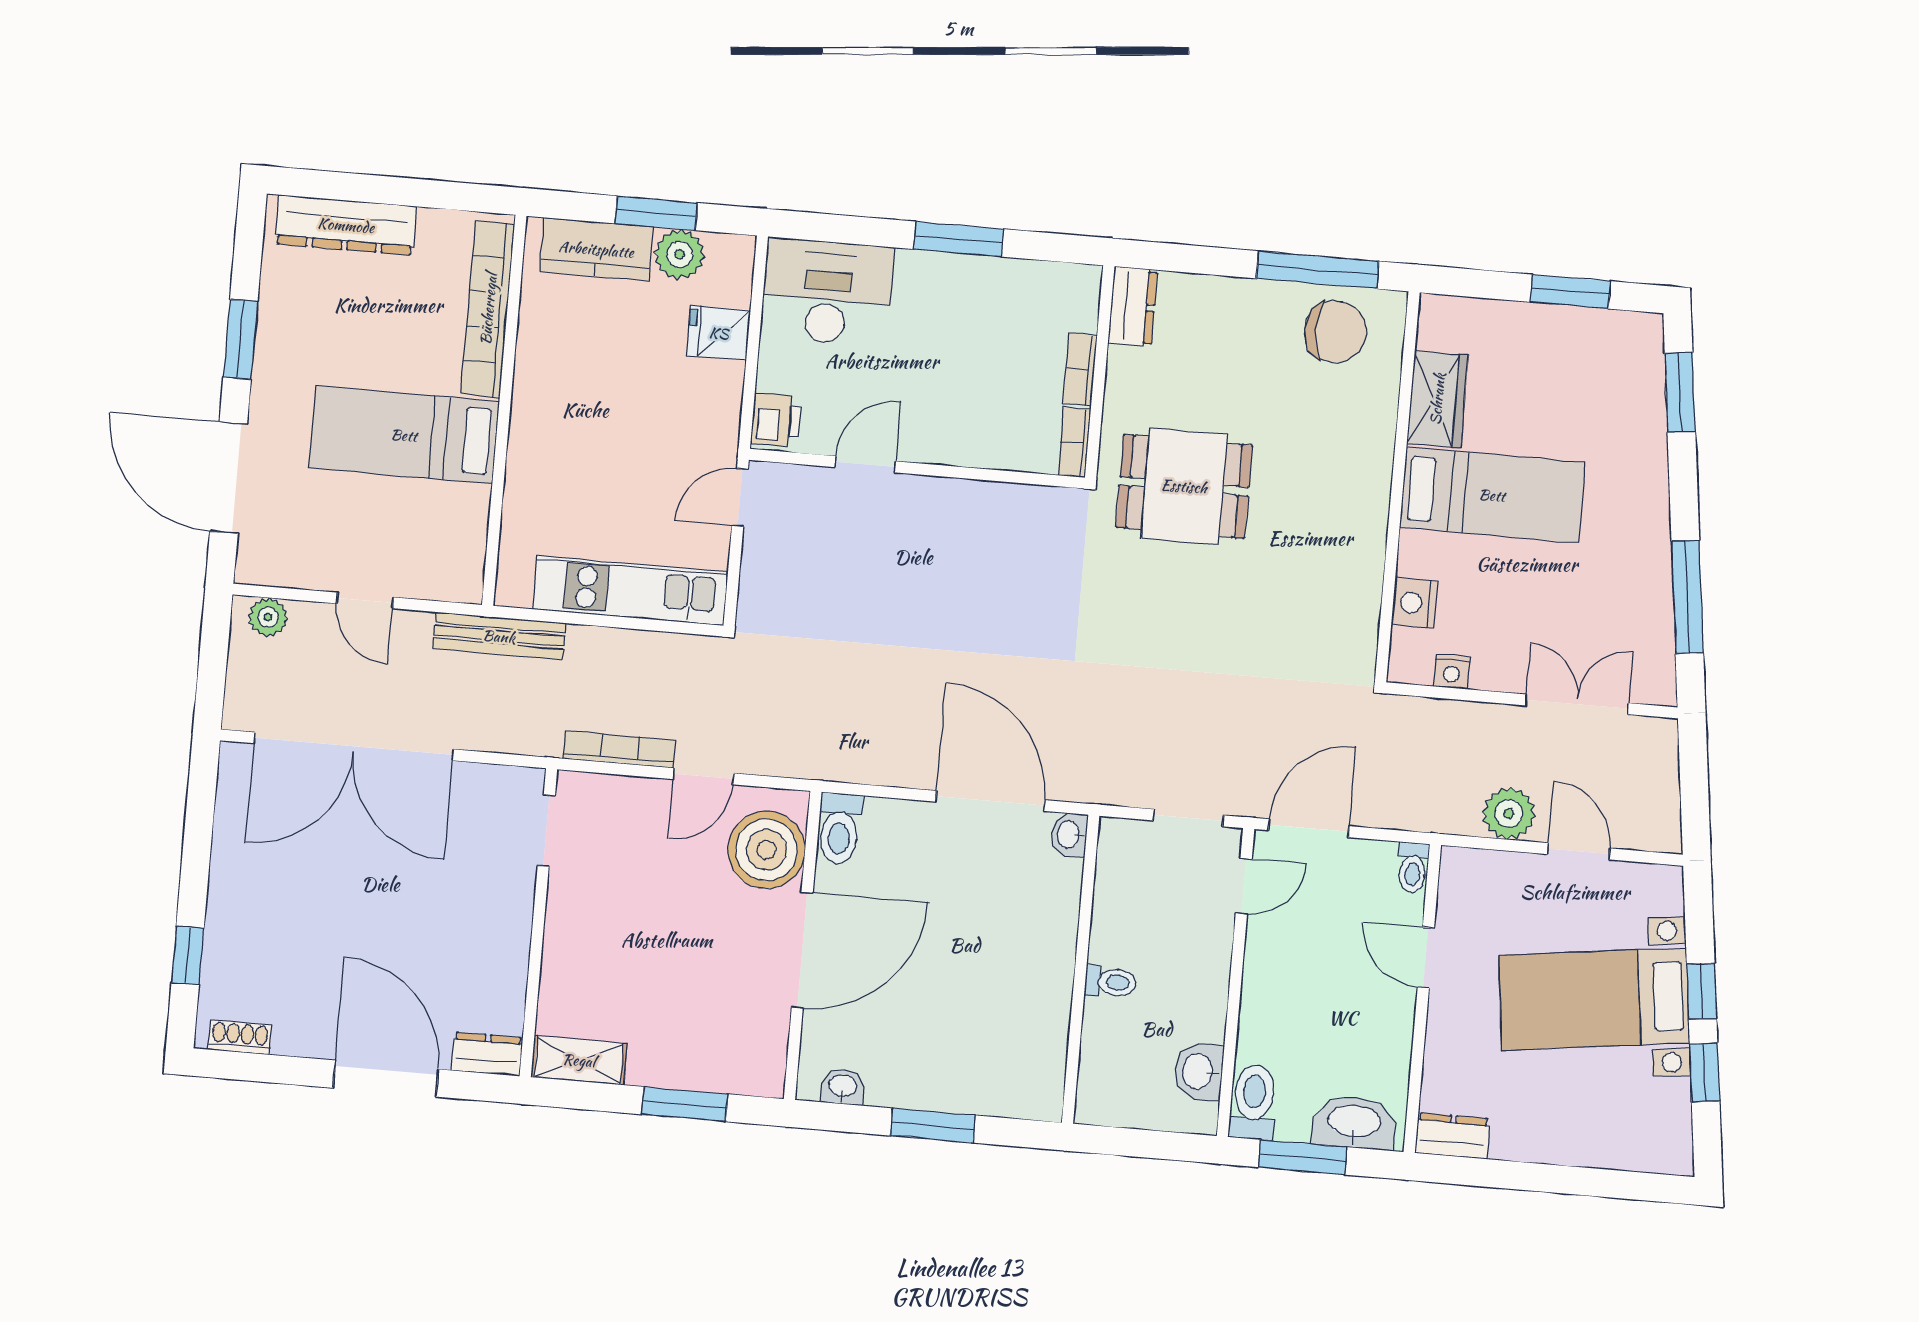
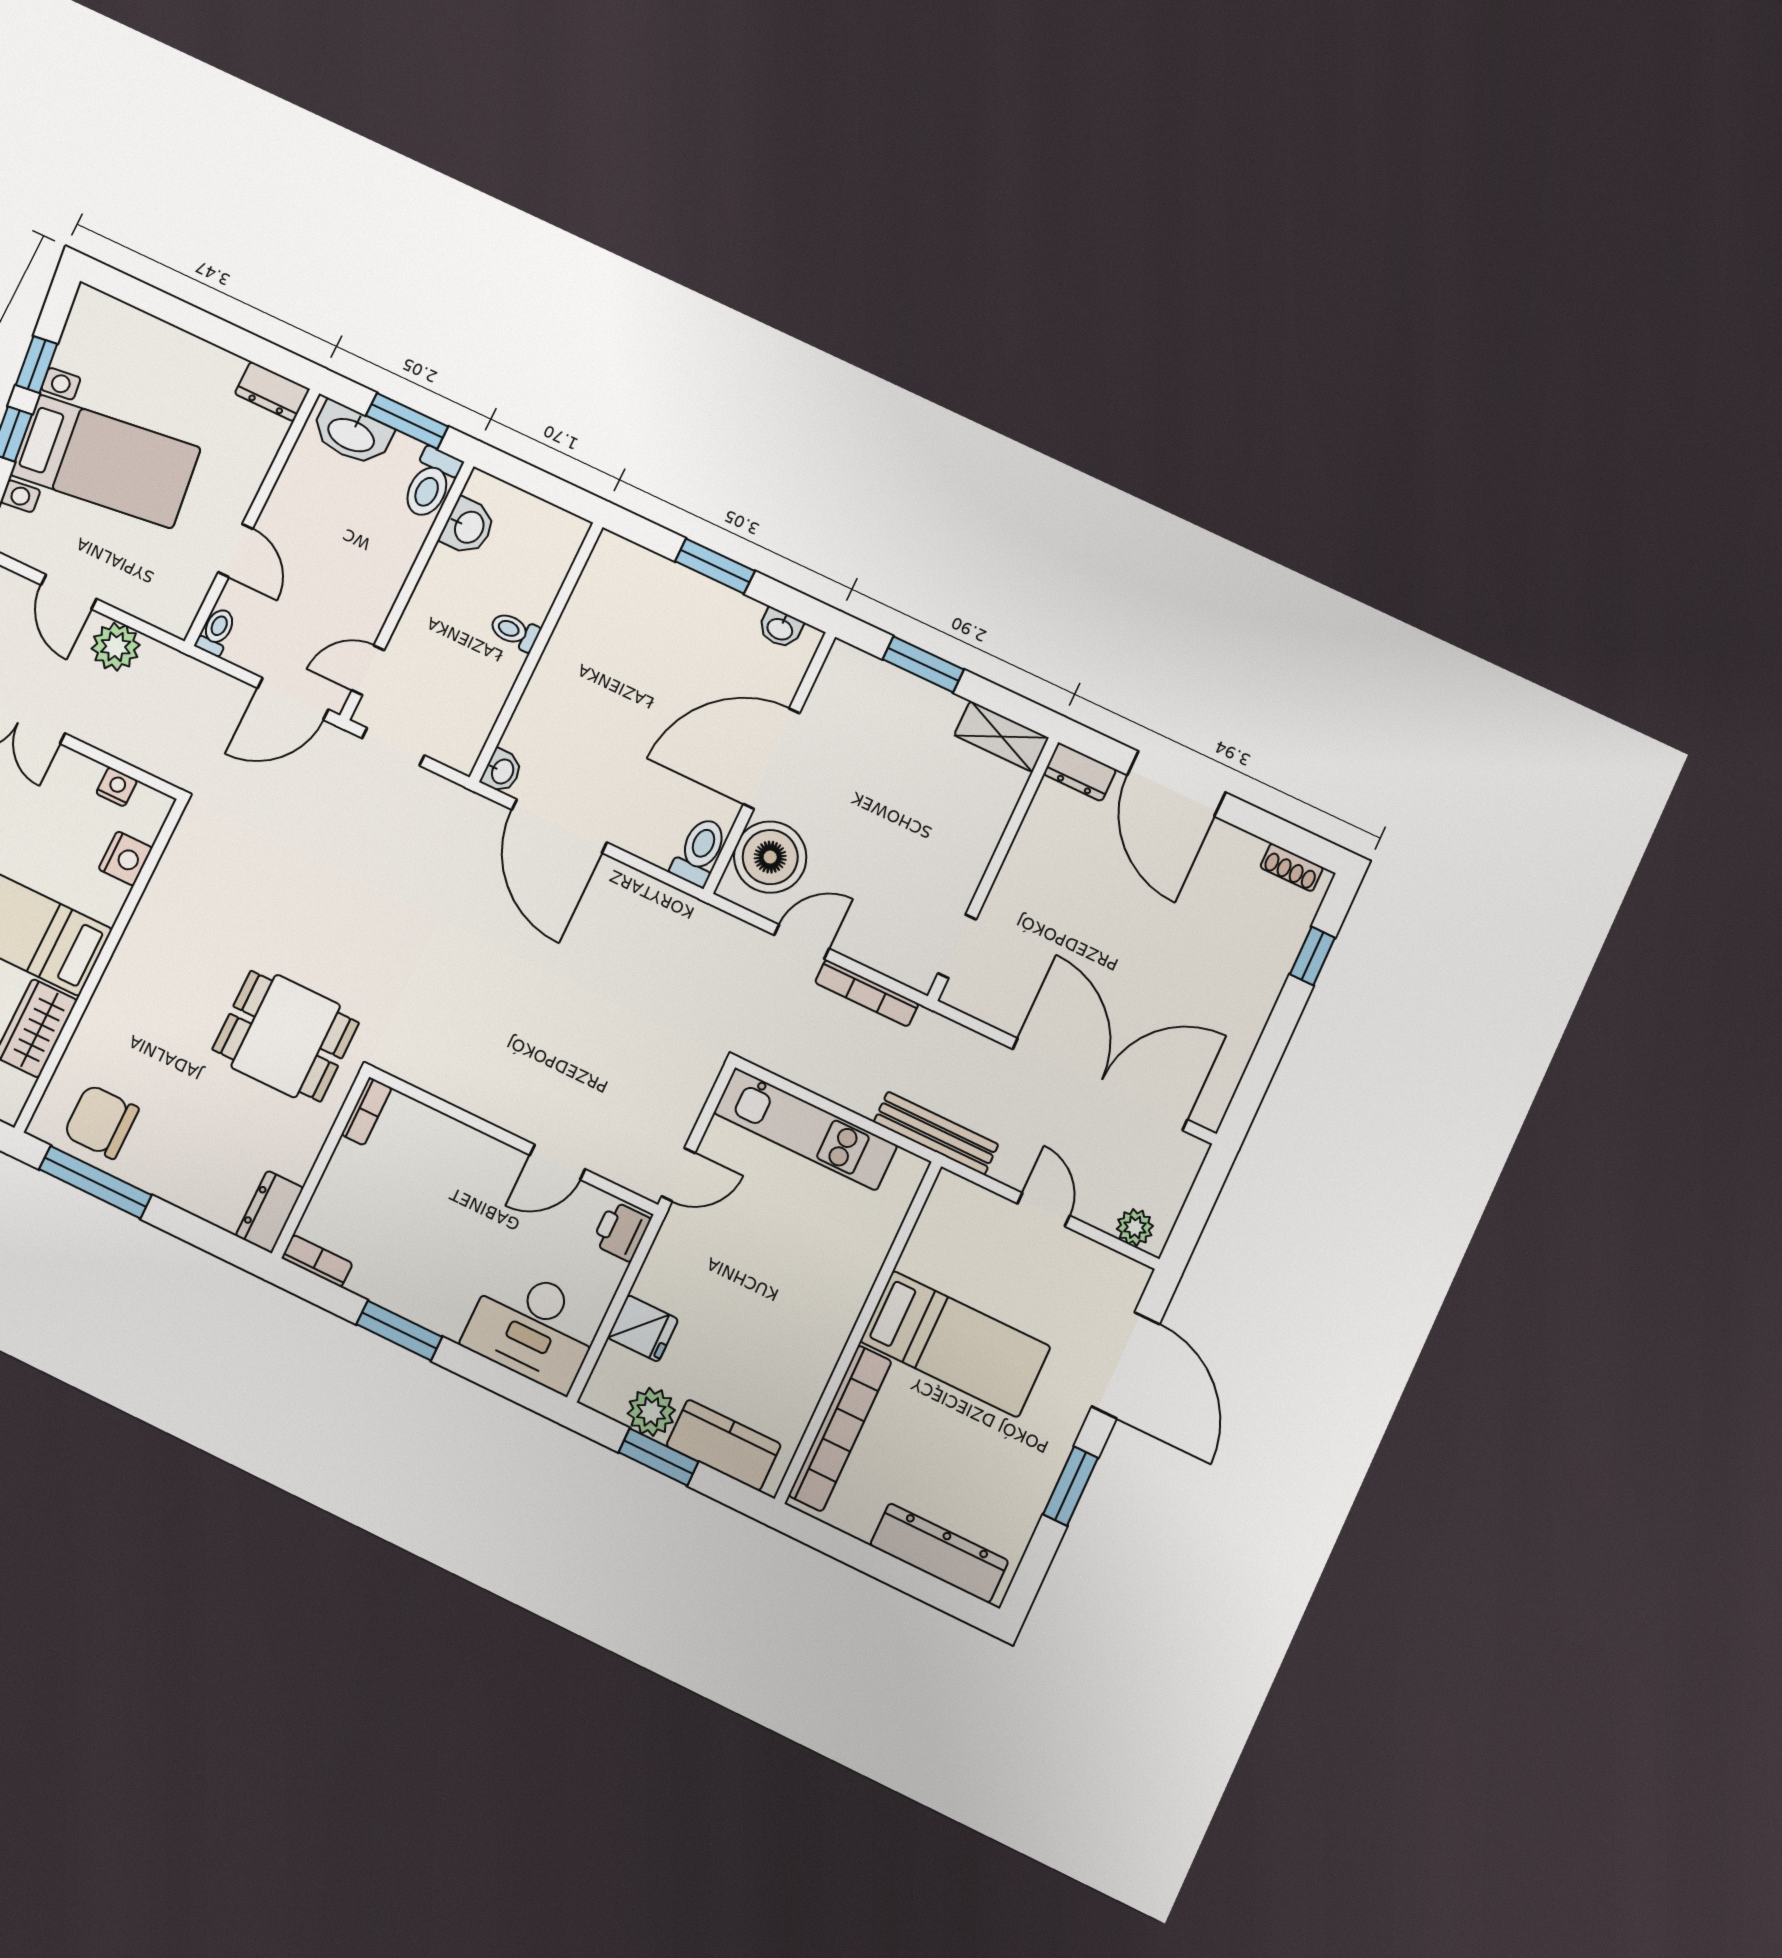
bookcase: (1080, 369) -> (317, 1261), moved, turned -90

